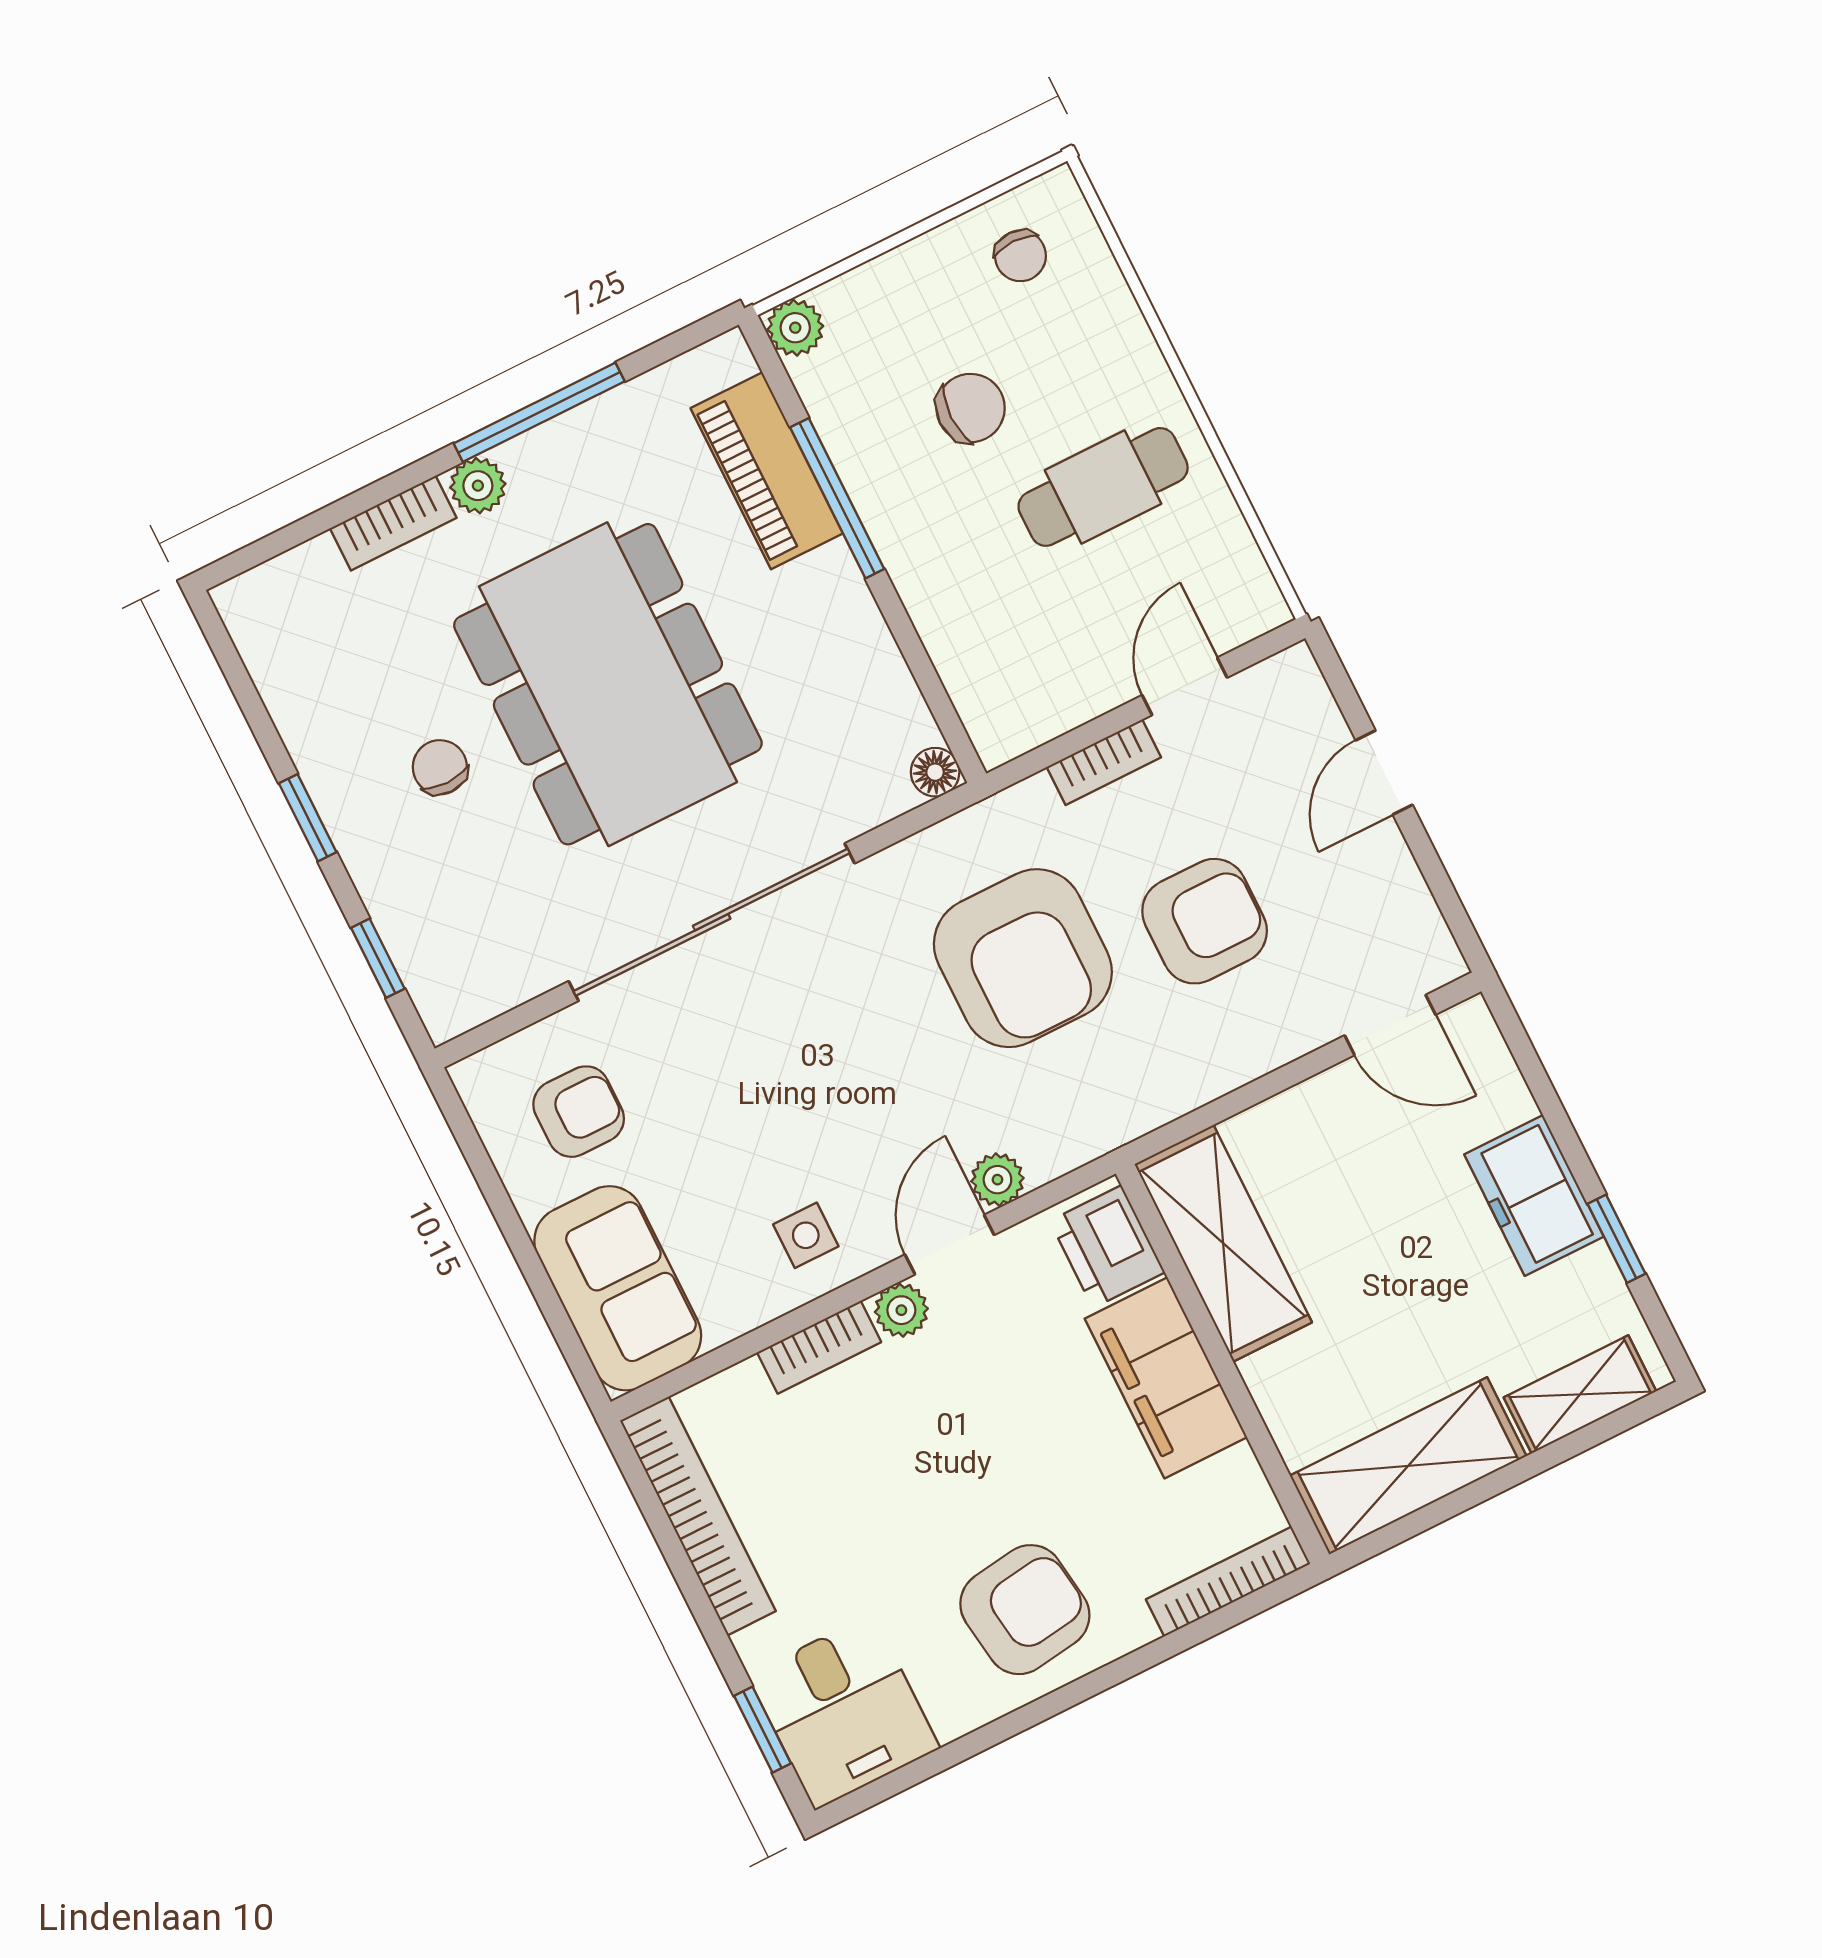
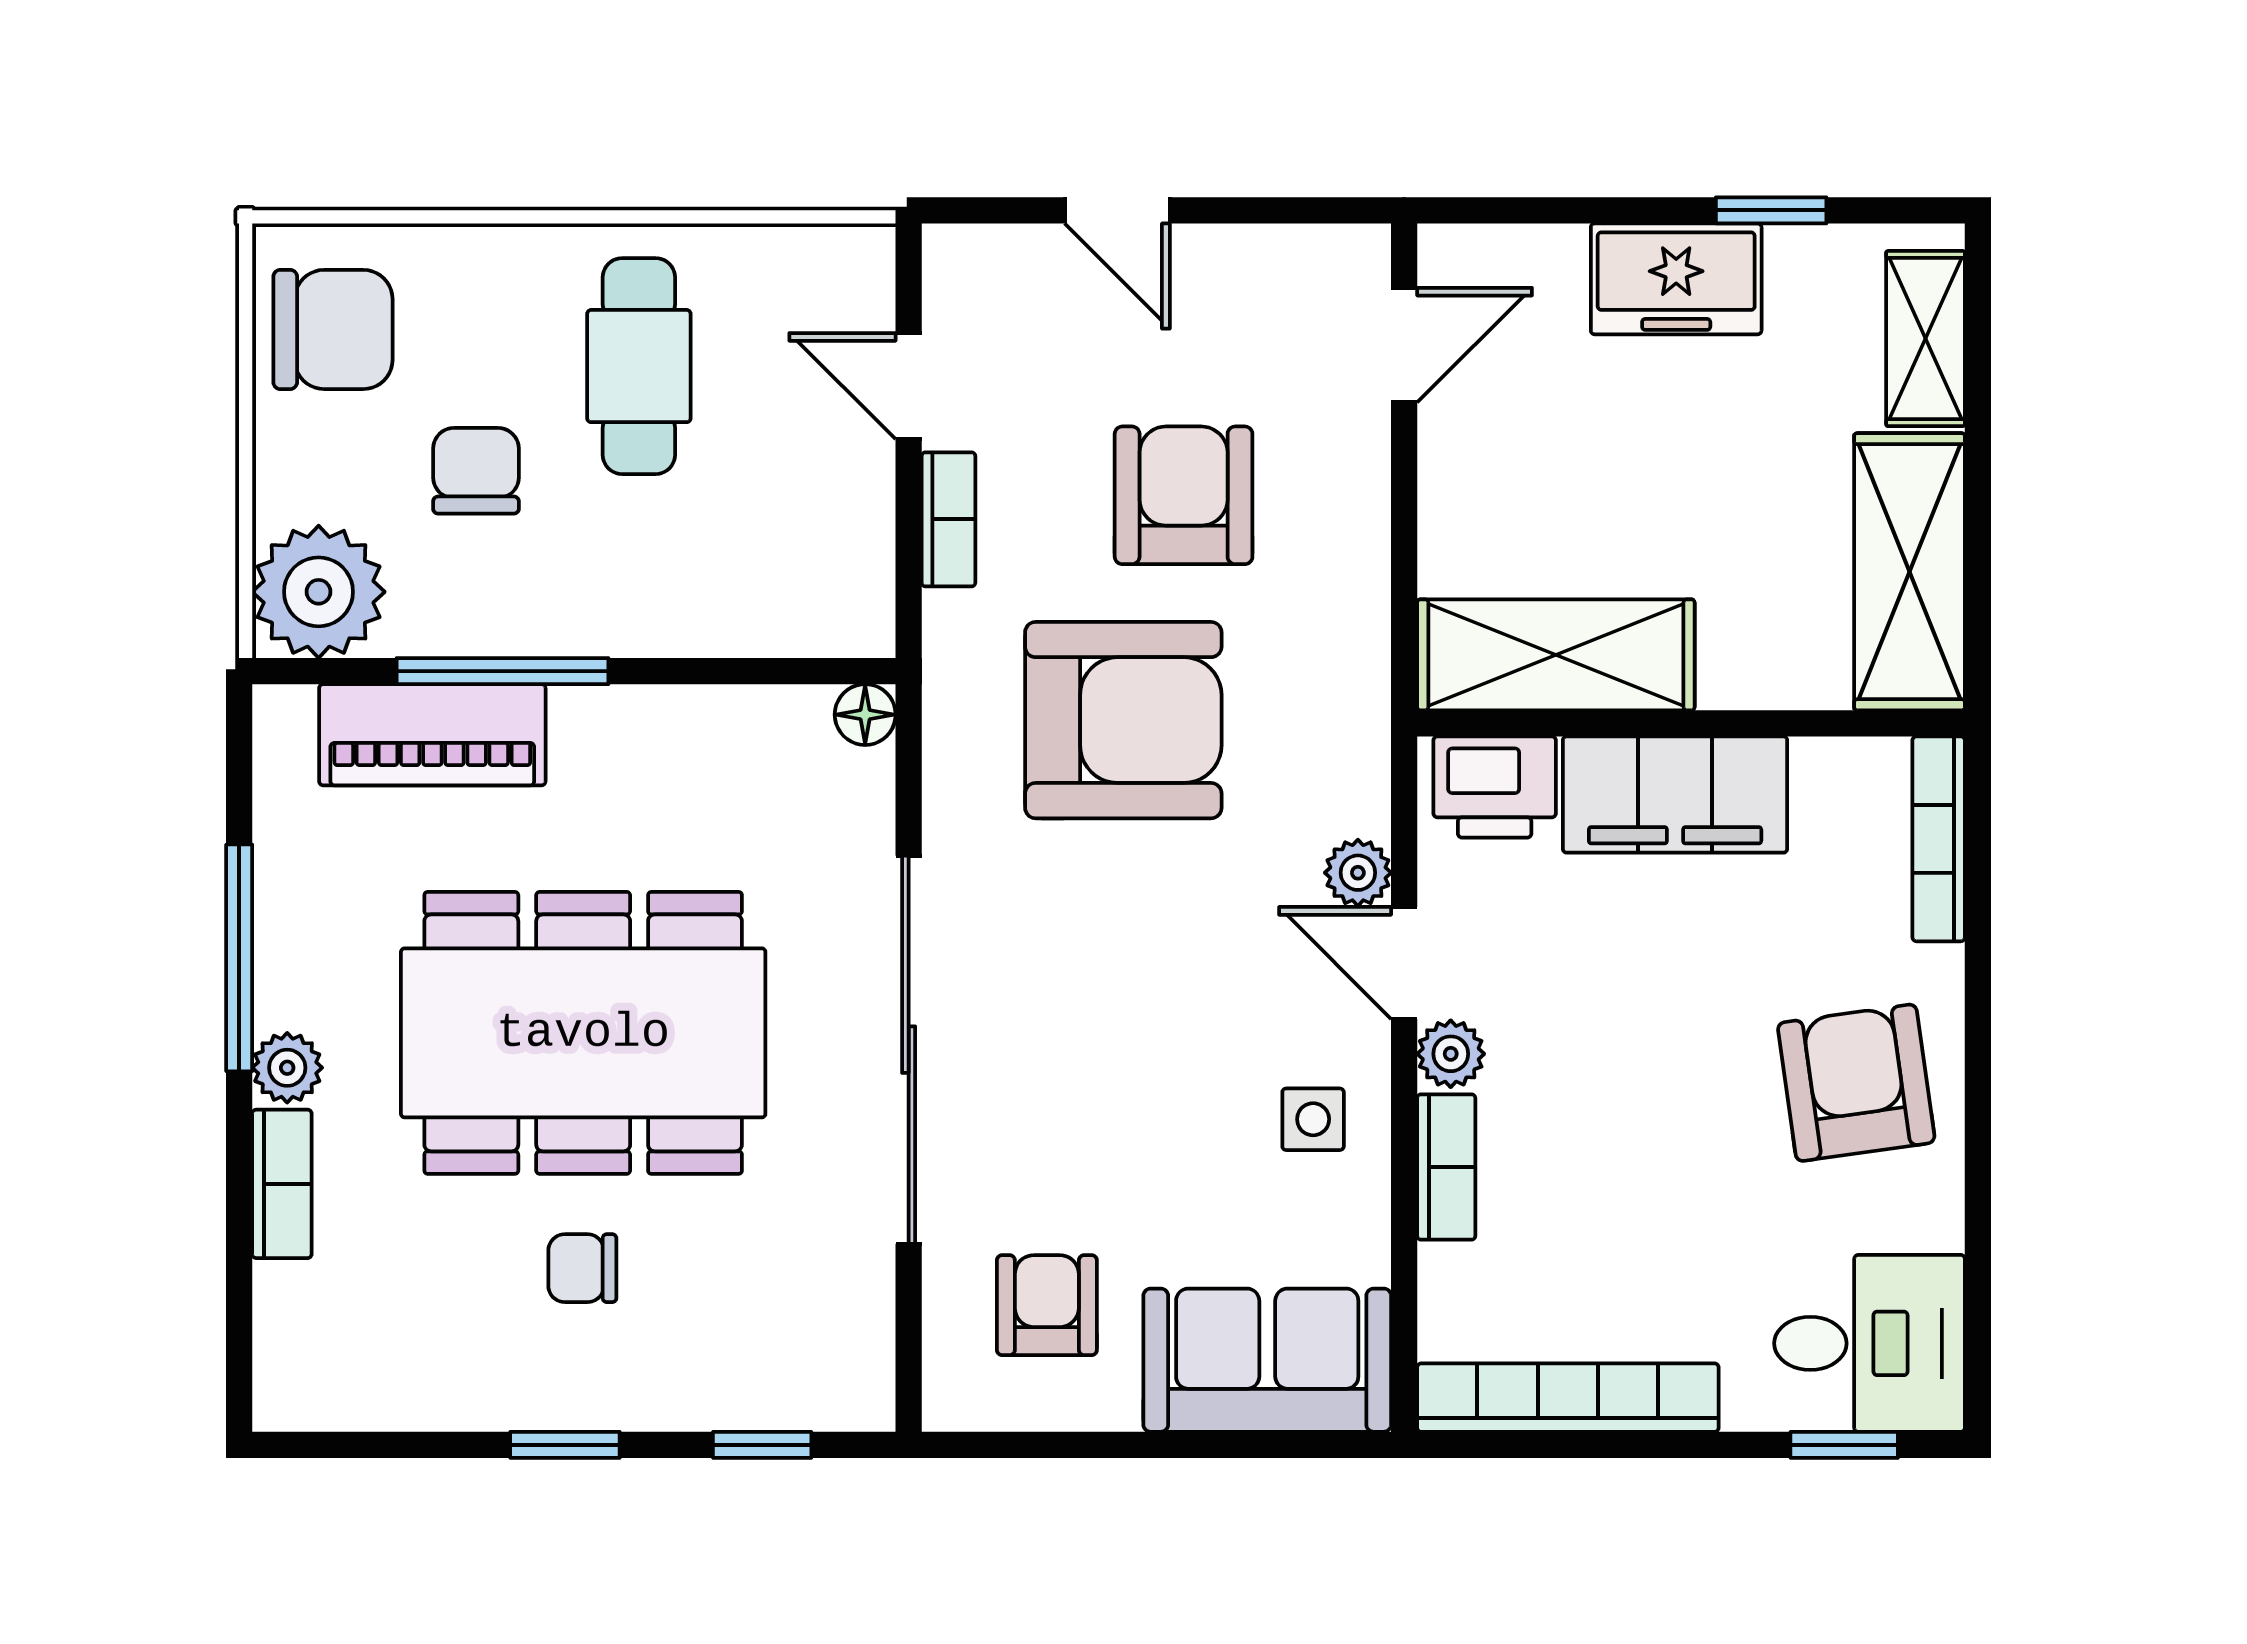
chair: (1020, 256) -> (333, 329), width x1.87, depth x1.87
plant: (795, 328) -> (319, 592), width x1.88, depth x1.88

